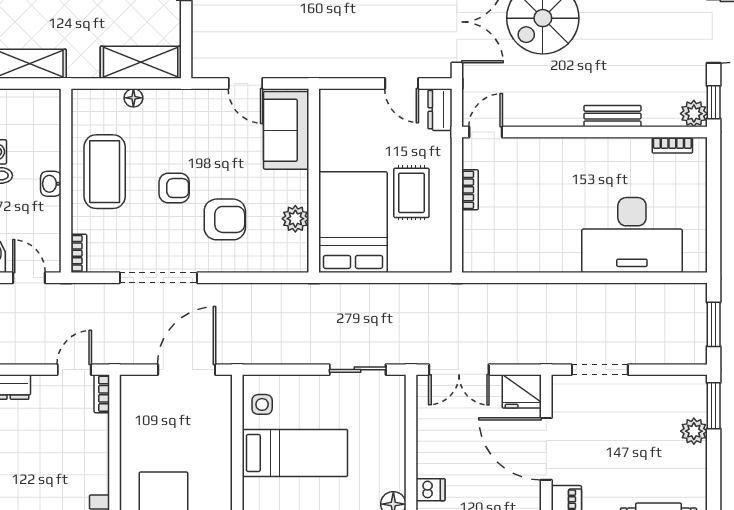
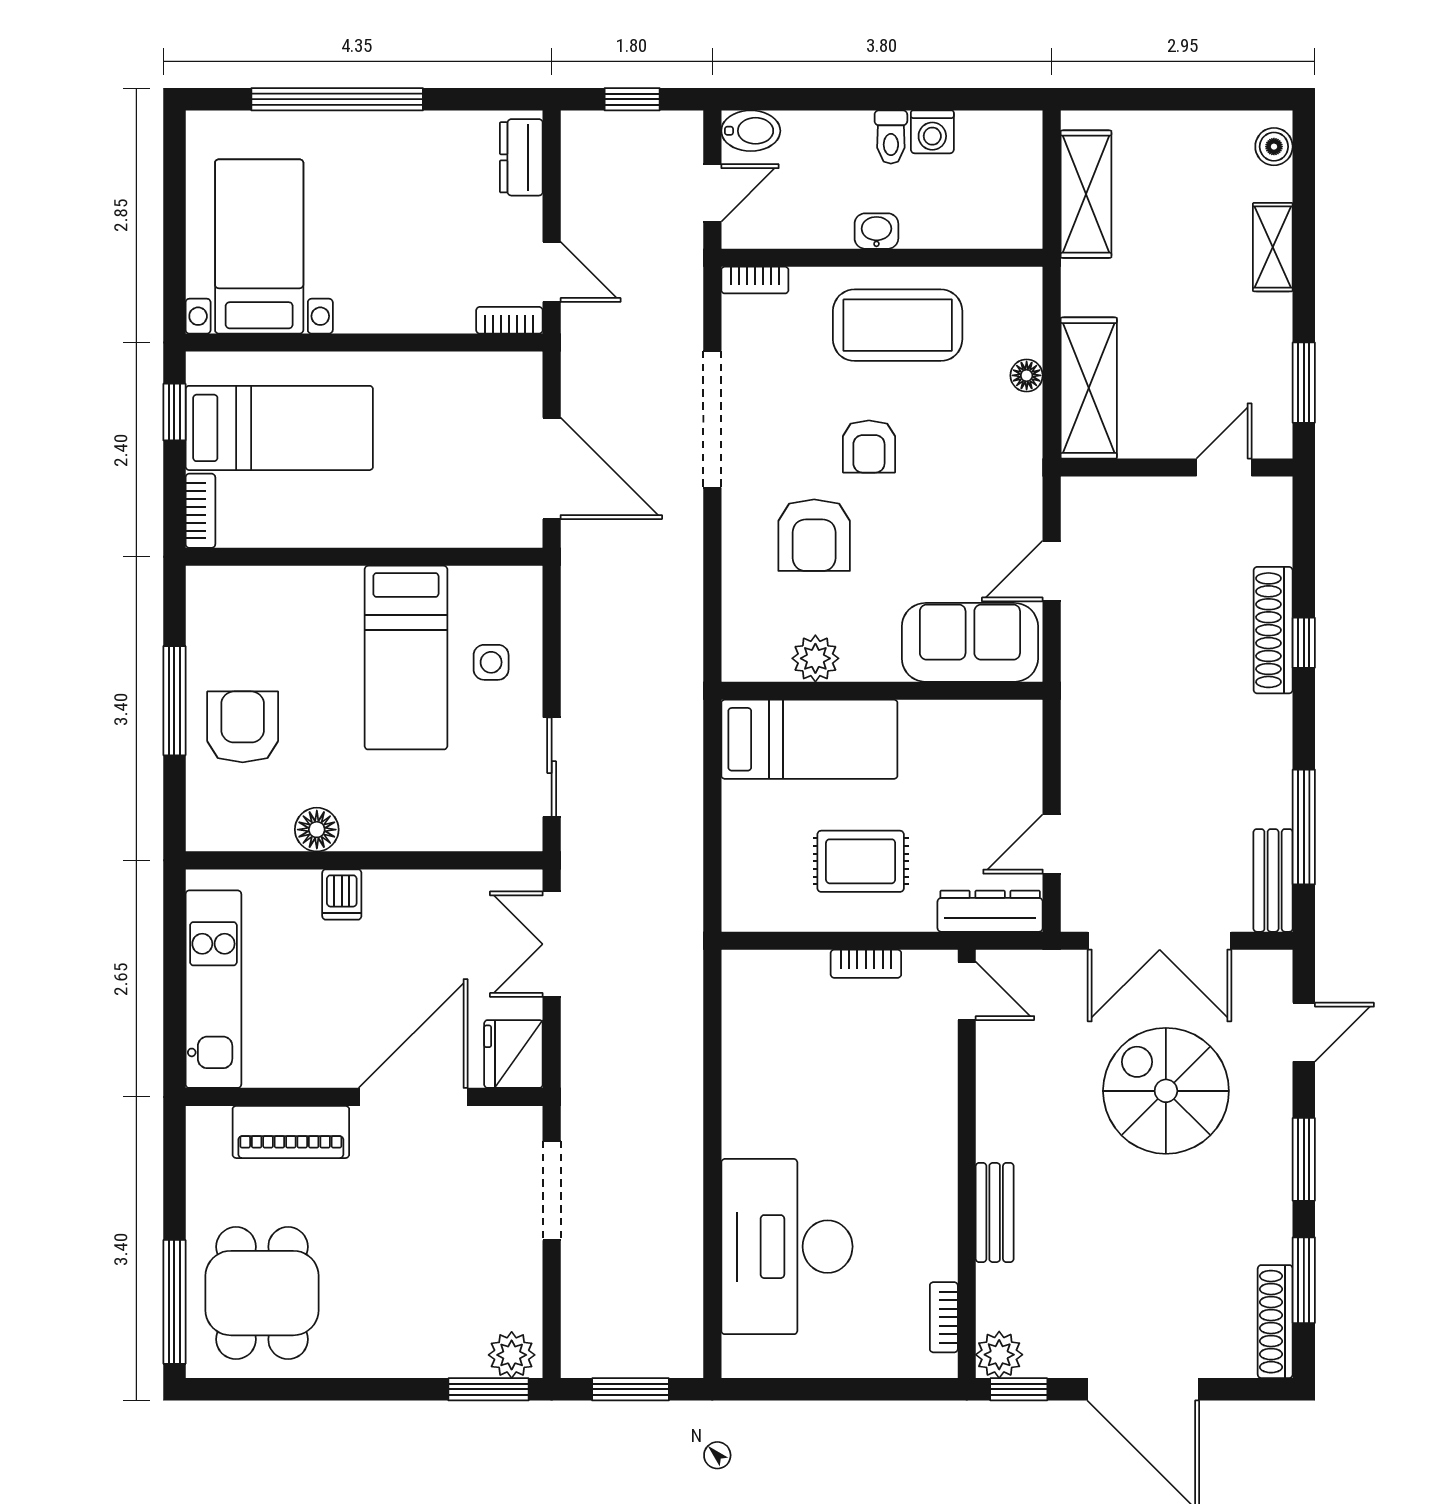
dresser: (440, 110) -> (990, 911), width x1.44
bed: (353, 222) -> (809, 739), width x0.67
side table: (262, 404) -> (491, 662), moved
plant: (694, 431) -> (512, 1355), moved

